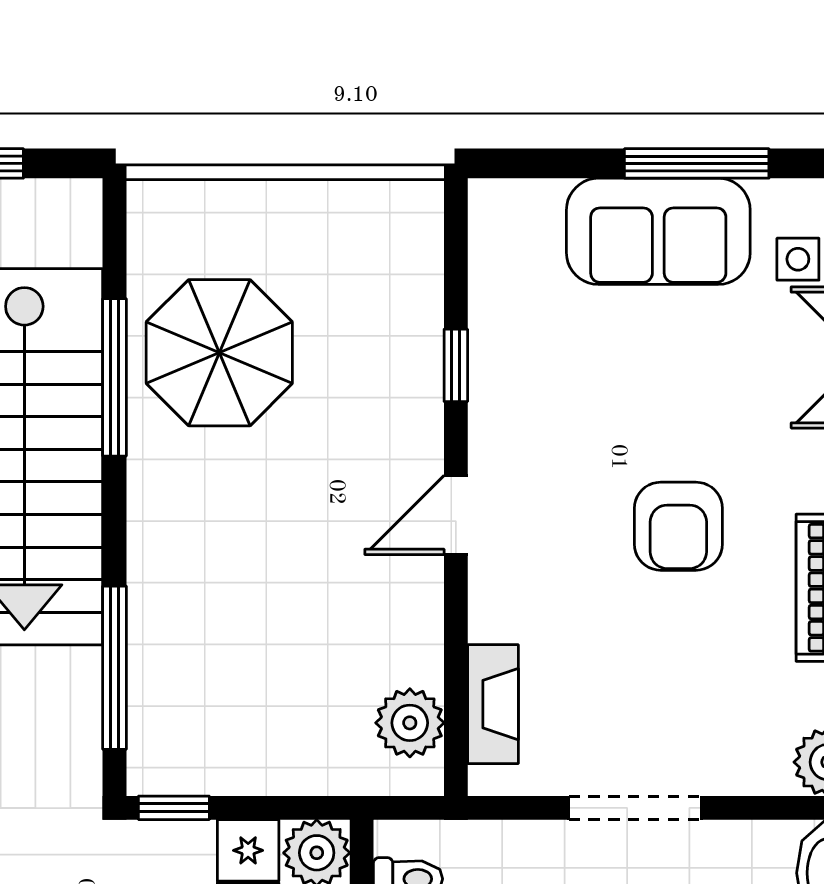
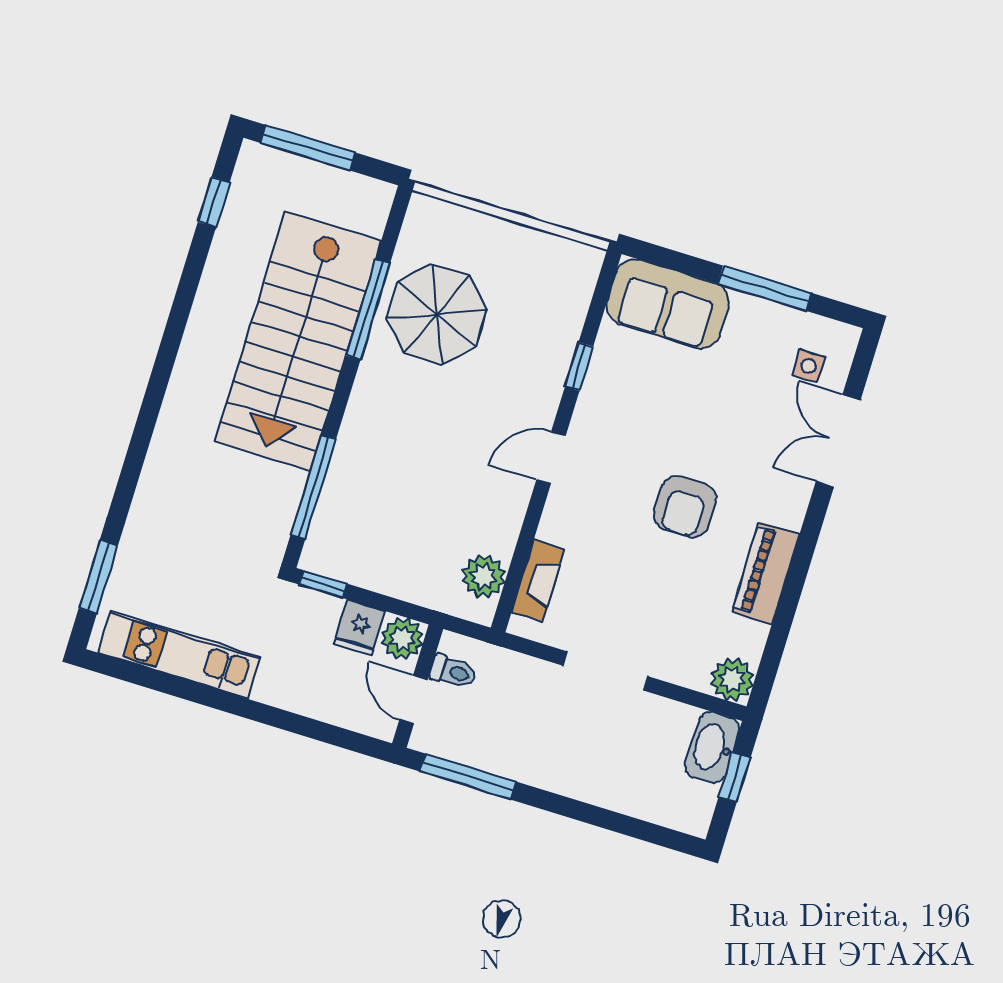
sofa: (658, 231) -> (668, 304), moved

